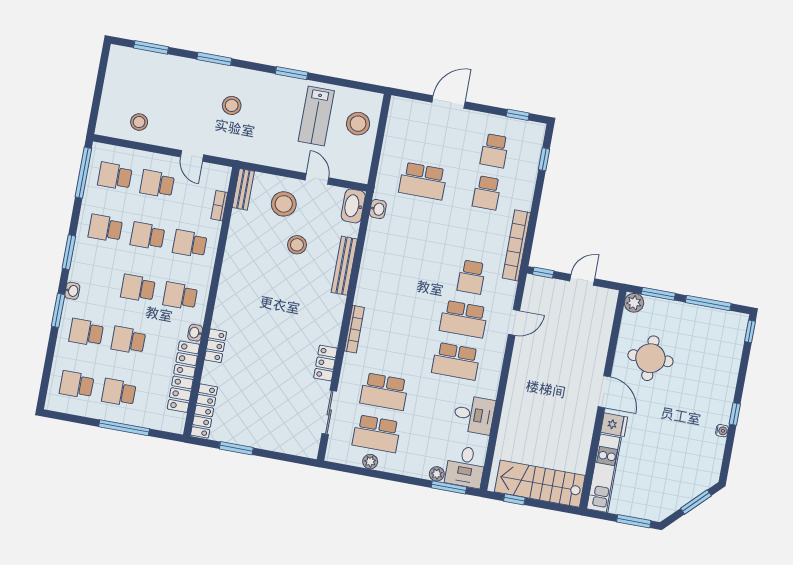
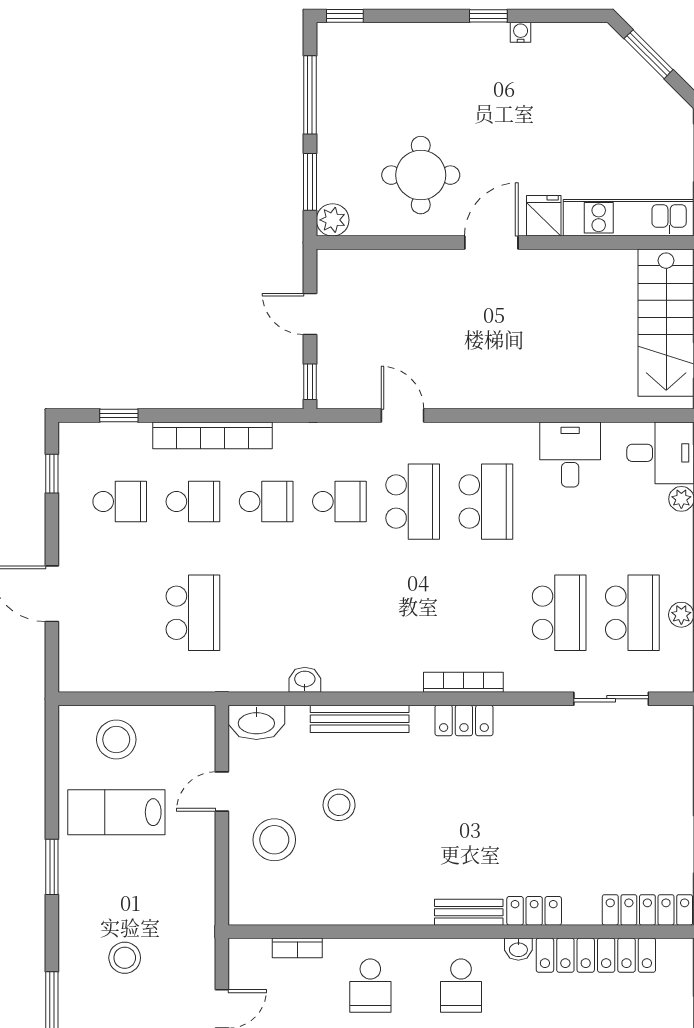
lab bench: (316, 116) -> (116, 812), turned 180
bench: (243, 189) -> (469, 912), moved
washbasin: (378, 209) -> (305, 680), moved
school desk: (479, 235) -> (266, 502), added
bookcase: (516, 245) -> (212, 435), moved
locker: (325, 363) -> (464, 720), moved

